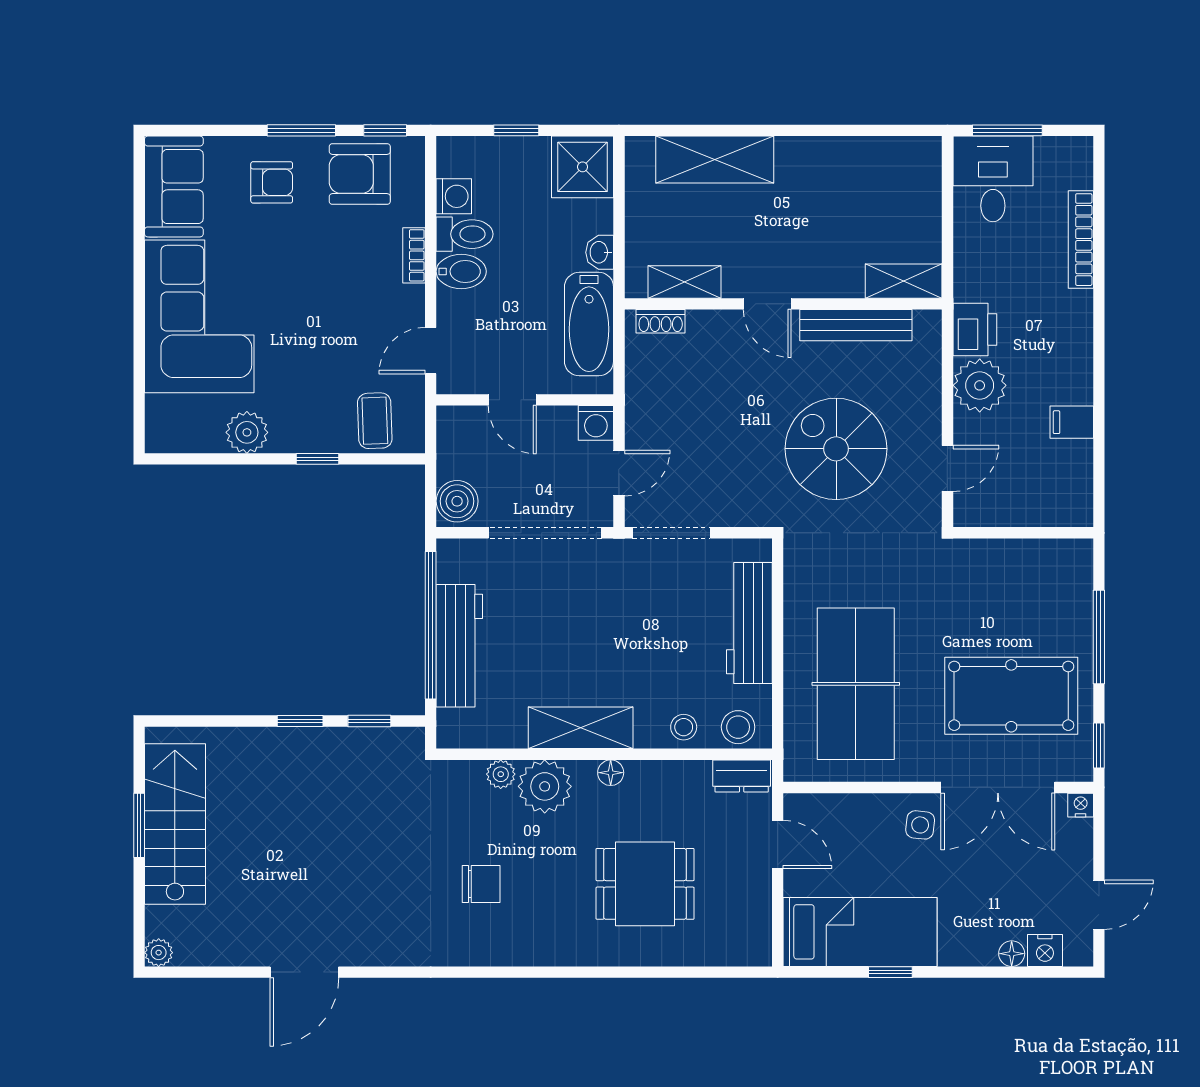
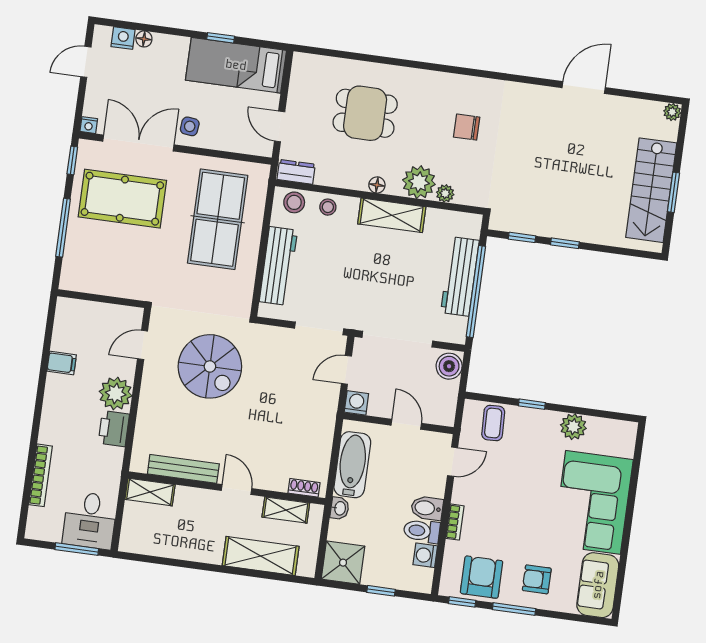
armchair: (360, 174) -> (482, 577), turned -90
shelving: (904, 281) -> (150, 492), moved
shelving: (684, 282) -> (286, 510), moved
door: (767, 304) -> (236, 489), moved
wall: (783, 304) -> (227, 488), moved
shoe rack: (661, 321) -> (304, 488), moved
bench: (856, 325) -> (183, 469), moved

